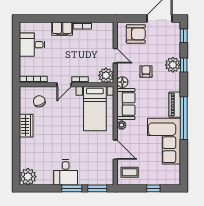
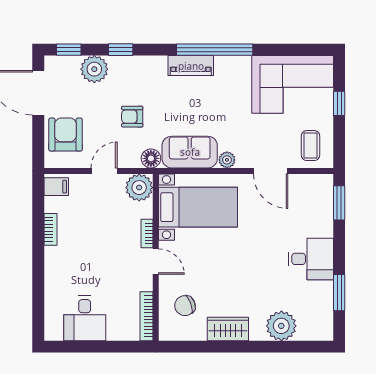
filing cabinet: (62, 29) -> (56, 187), moved, width x0.50
plant: (173, 65) -> (94, 69), moved
corner sofa: (164, 141) -> (293, 84), moved
door: (115, 150) -> (271, 171), swing flipped
plant: (28, 177) -> (281, 326), moved
window: (72, 188) -> (339, 293), moved

